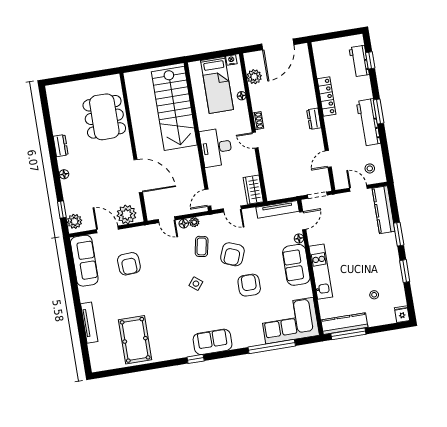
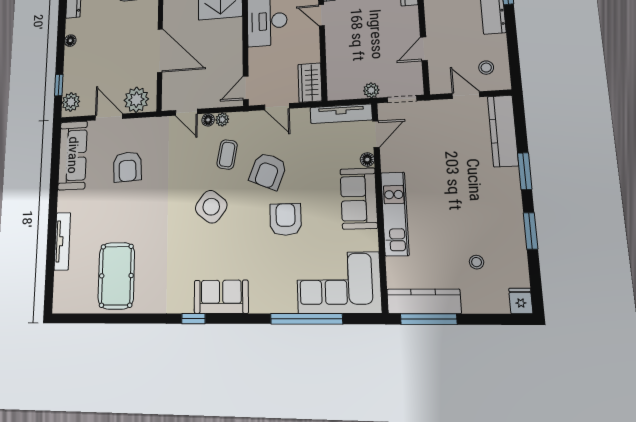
plant: (296, 191) -> (371, 90), added
side table: (196, 284) -> (211, 207), width x1.87, depth x1.87

